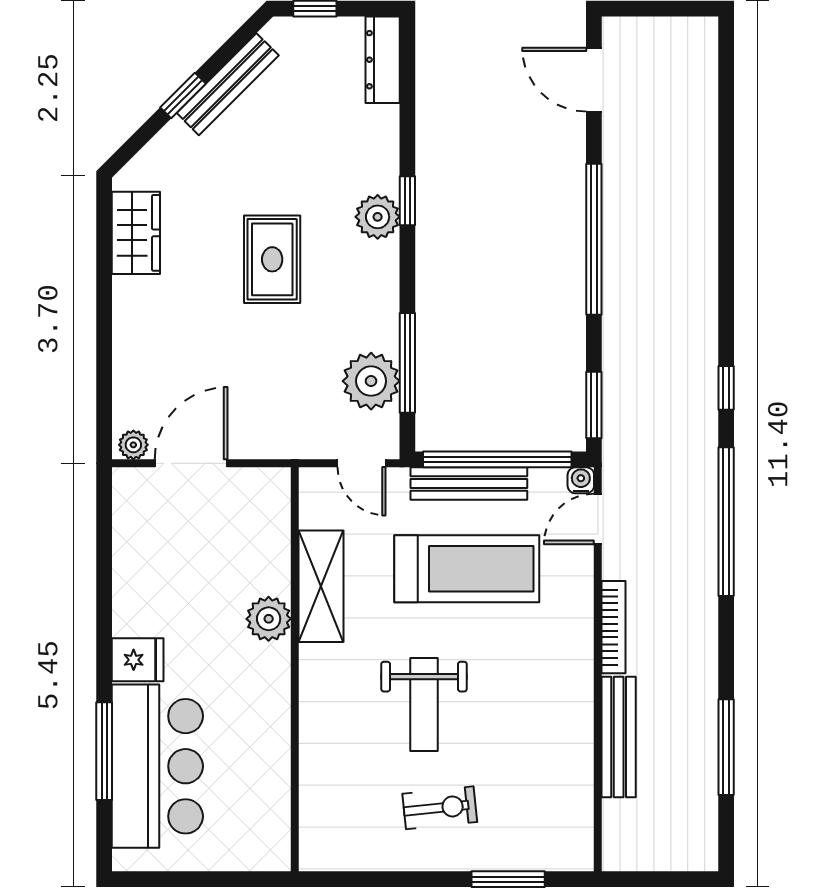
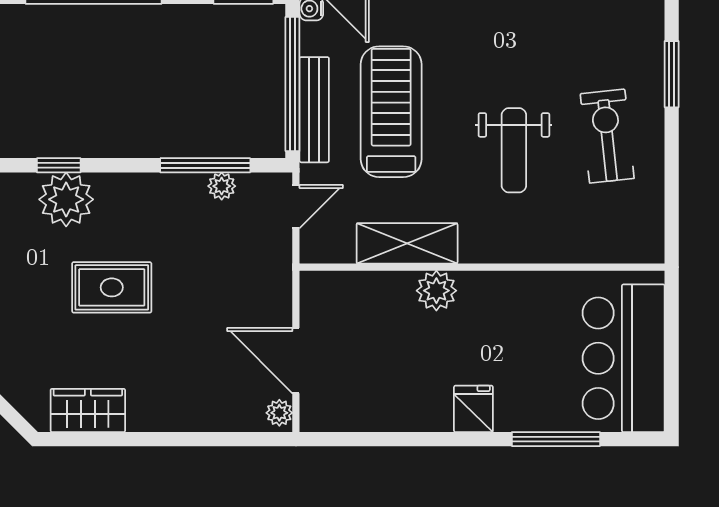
plant: (378, 217) -> (66, 199), width x1.36, depth x1.36
plant: (371, 381) -> (222, 186), width x0.53, depth x0.53
weight bench: (424, 705) -> (514, 150), turned 90
bar counter: (157, 766) -> (624, 358), moved, turned -90
exercise bike: (440, 808) -> (607, 136), width x1.38, depth x1.39

